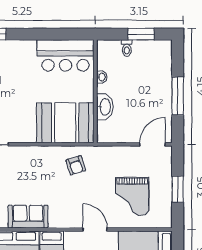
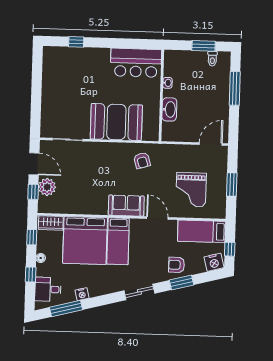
toilet: (127, 48) -> (212, 59), moved
window: (178, 96) -> (235, 88), moved
booth: (65, 123) -> (116, 122), moved
sofa: (28, 217) -> (126, 206), moved

